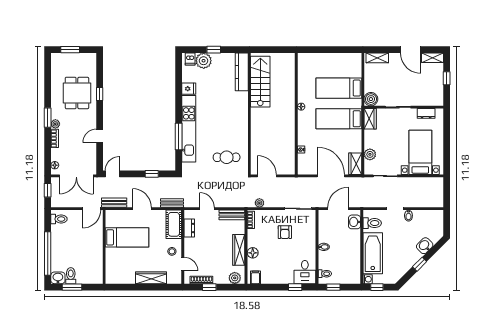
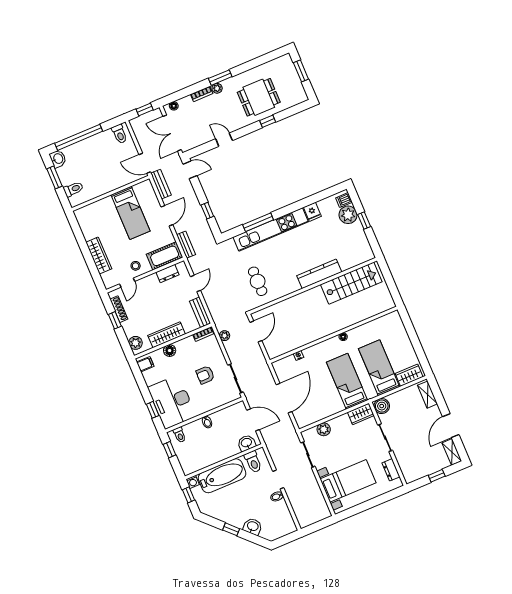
kitchen counter: (242, 72) -> (319, 274), moved
wardrobe: (355, 164) -> (409, 375), moved
desk: (305, 272) -> (172, 402), width x1.87, depth x1.30
toilet: (71, 276) -> (73, 189), moved

